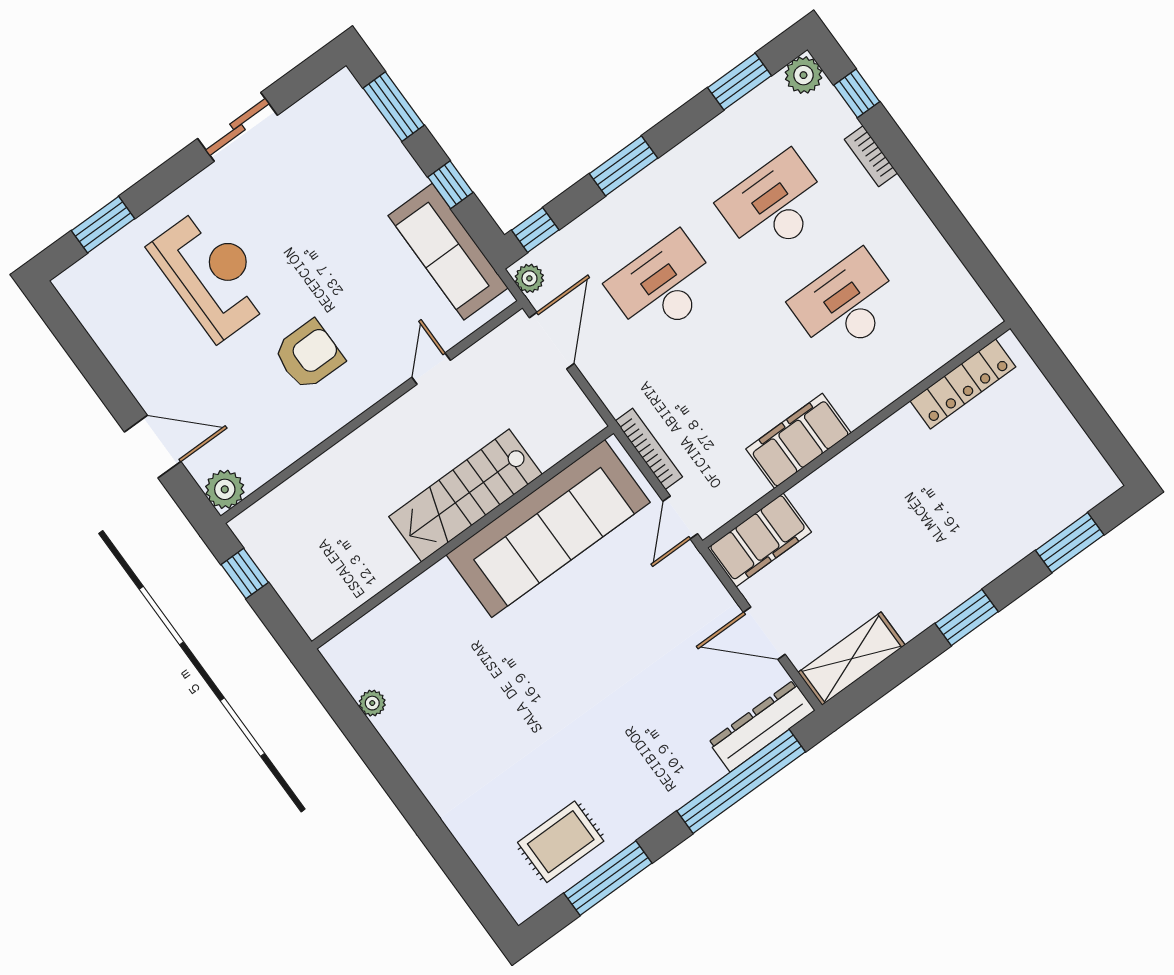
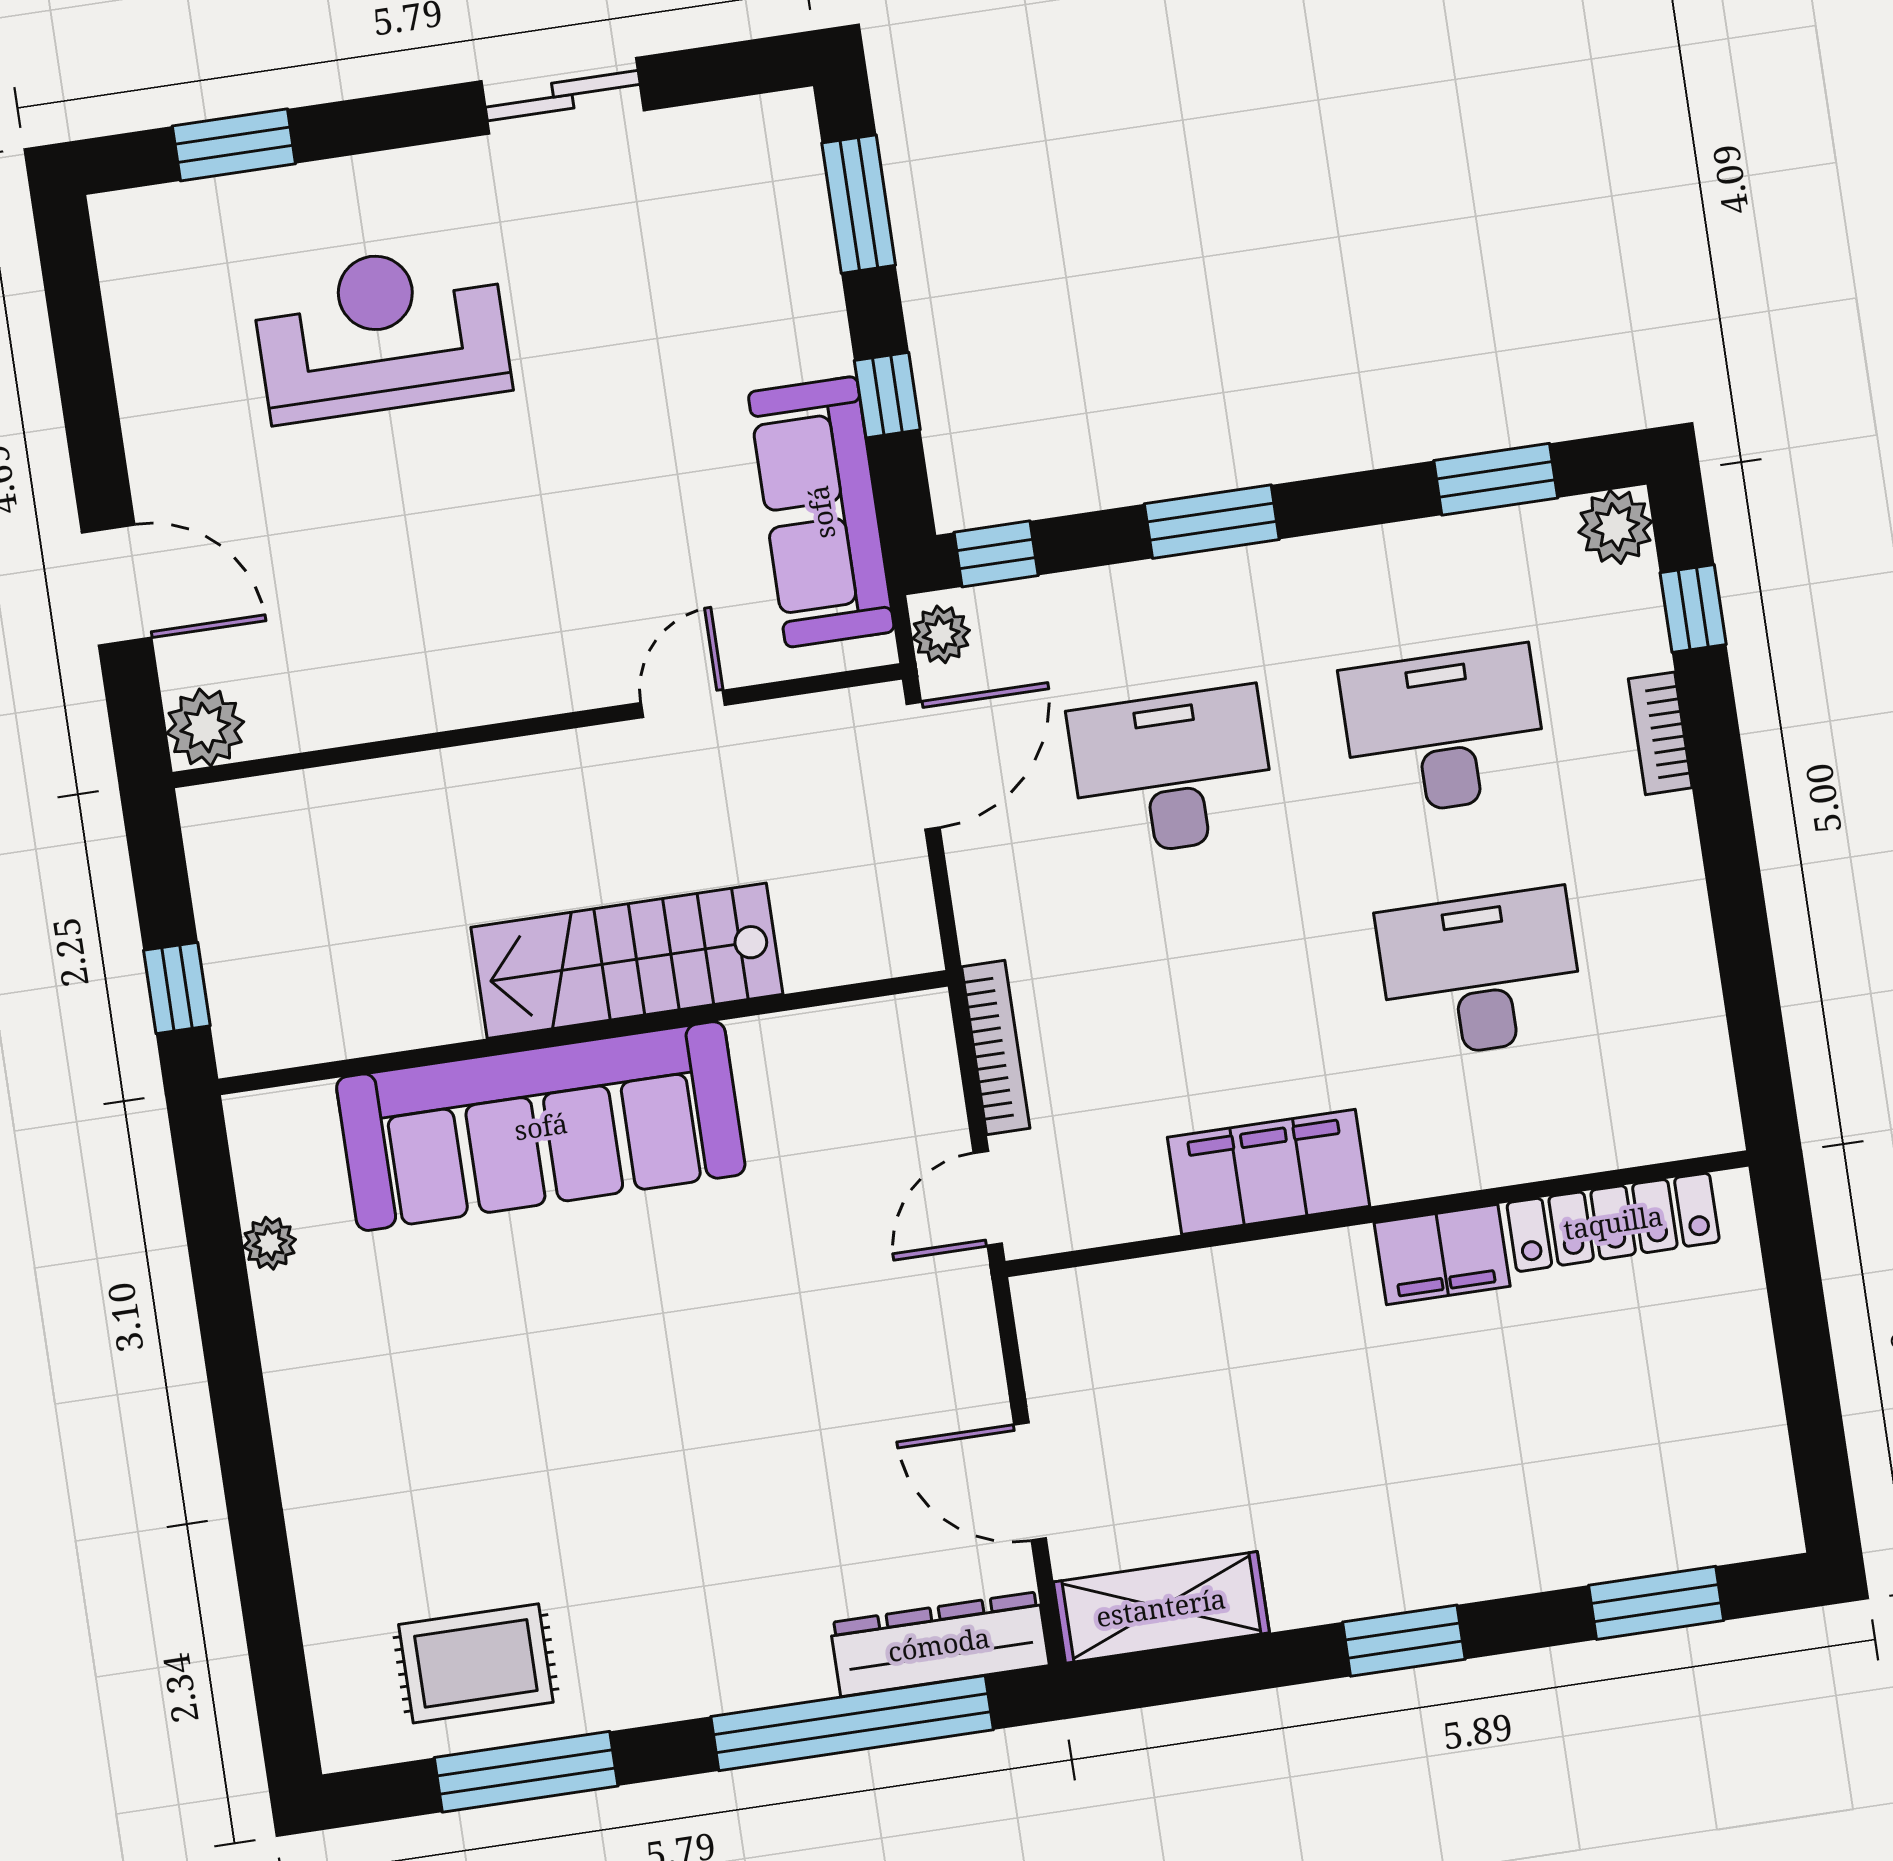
reception desk: (212, 274) -> (381, 332), turned -90
armchair: (309, 355) -> (478, 566), removed
sofa: (548, 529) -> (541, 1126), moved
filing cabinet: (760, 540) -> (1442, 1254), moved, width x0.67, depth x0.86
window: (245, 573) -> (177, 988), moved

